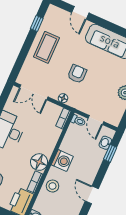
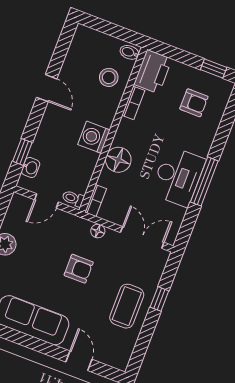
window: (37, 23) -> (159, 299), moved
armchair: (77, 74) -> (79, 269), turned -90
door: (96, 120) -> (47, 201), swing flipped
floor lamp: (39, 162) -> (118, 160), moved
stool: (52, 186) -> (109, 77), moved

